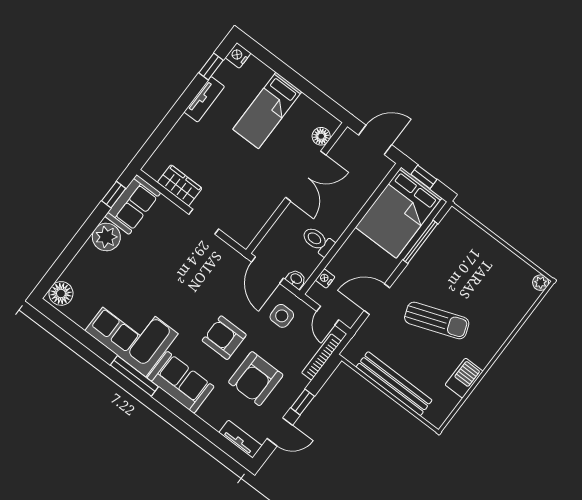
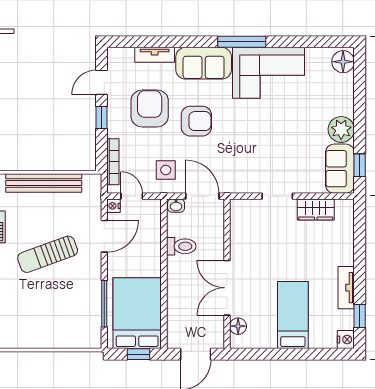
nightstand: (325, 278) -> (113, 206), moved, turned 180
tv unit: (241, 439) -> (155, 55), moved

